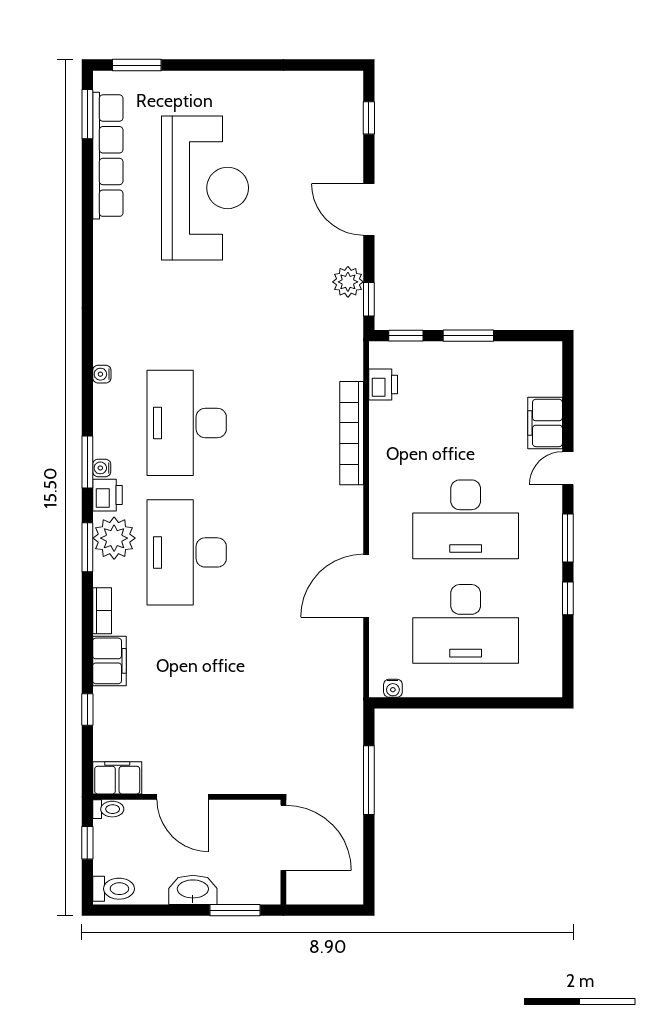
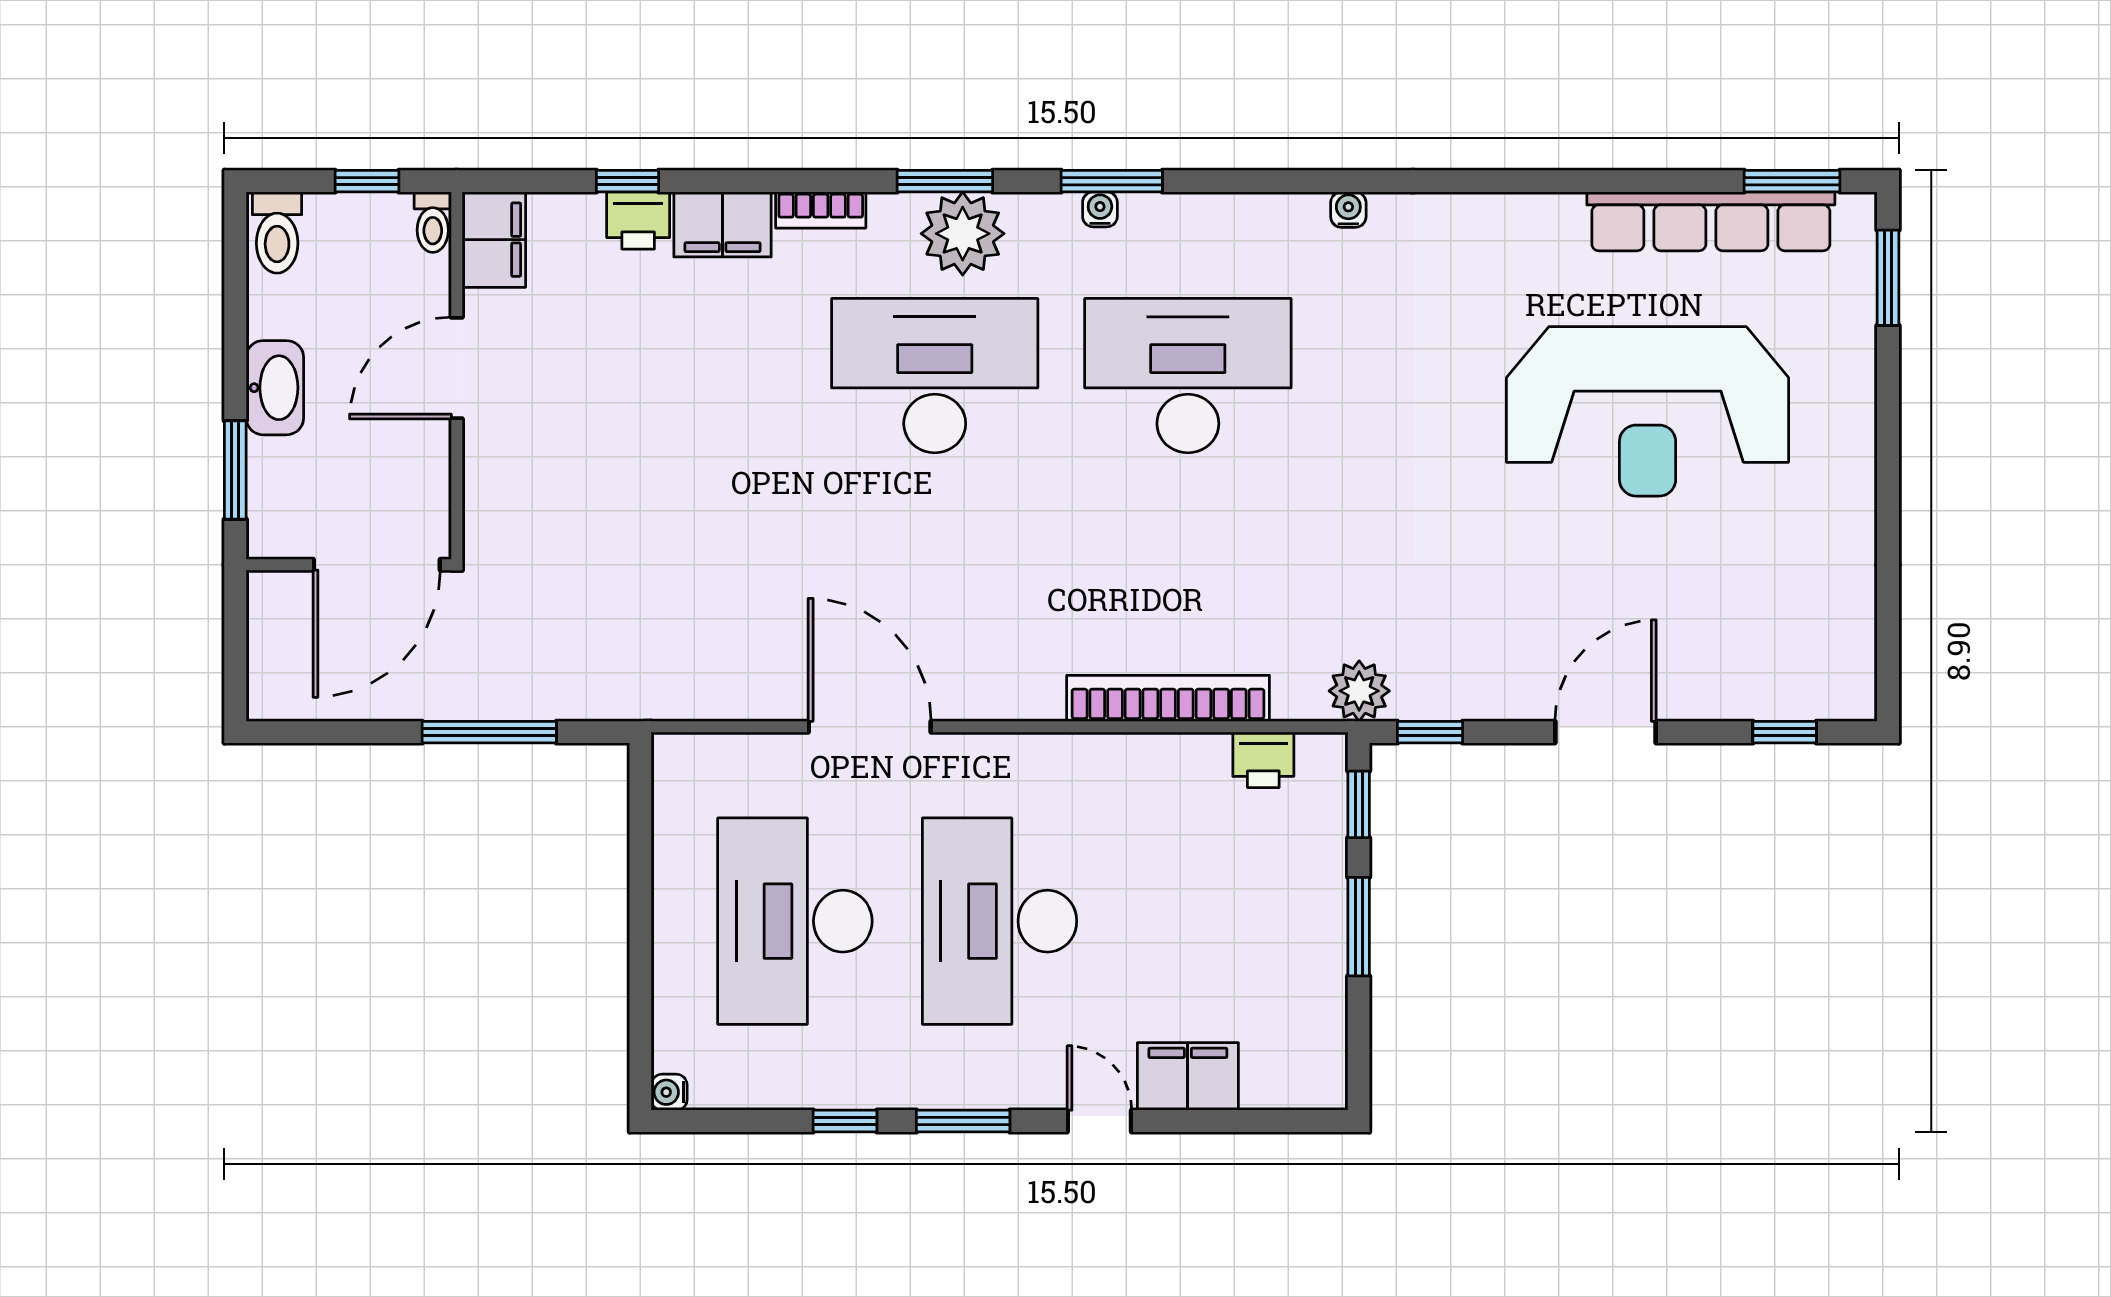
plant: (348, 282) -> (1359, 691), moved
water cooler: (102, 374) -> (1348, 210), moved
printer: (107, 495) -> (638, 221), moved
water cooler: (393, 688) -> (669, 1092), moved

